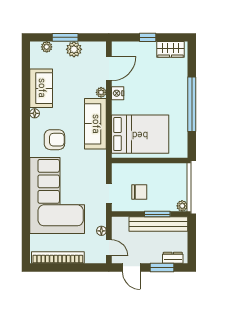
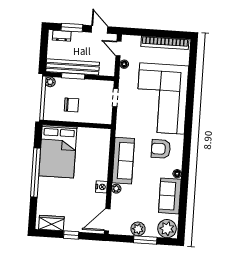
plant: (47, 47) -> (167, 229), width x1.87, depth x1.87
door: (109, 69) -> (107, 220), moved
bed: (140, 134) -> (58, 151), moved, turned -90
chair: (139, 192) -> (71, 105), moved, turned 180

